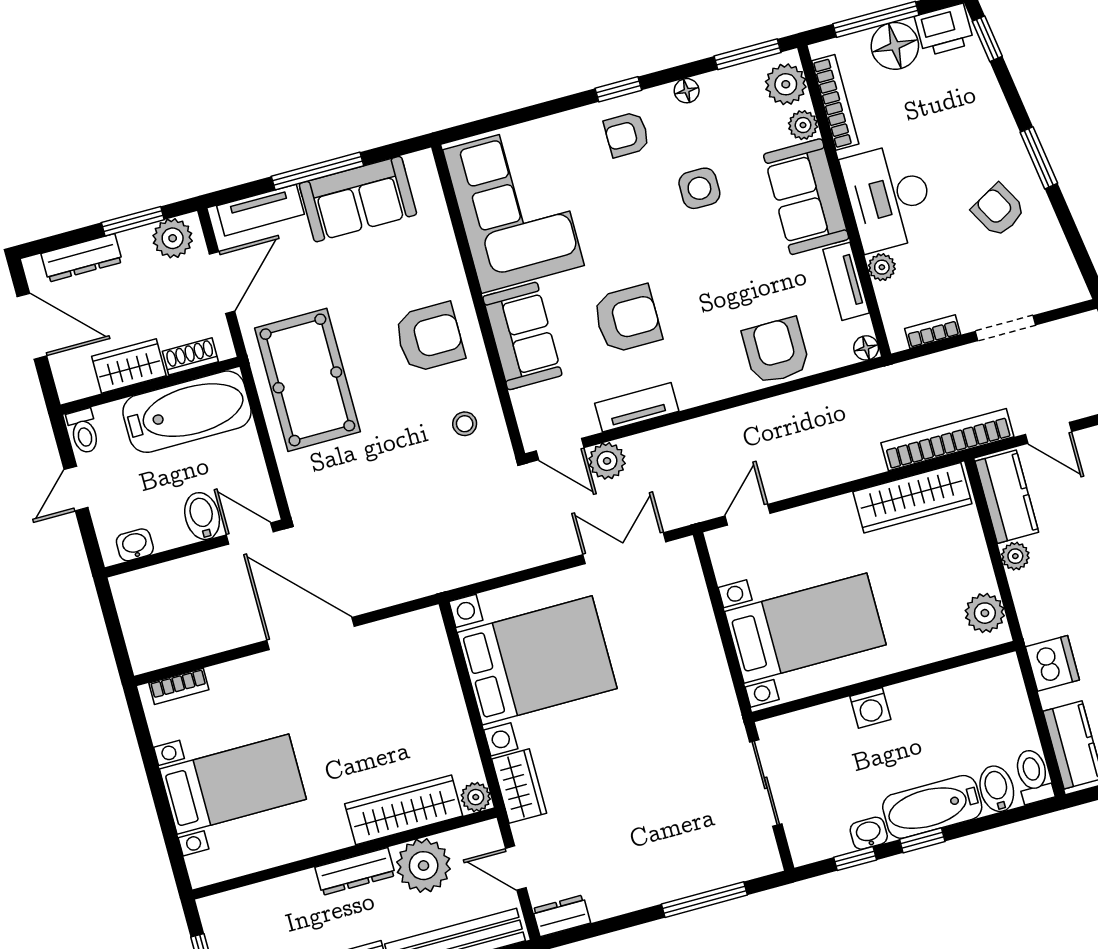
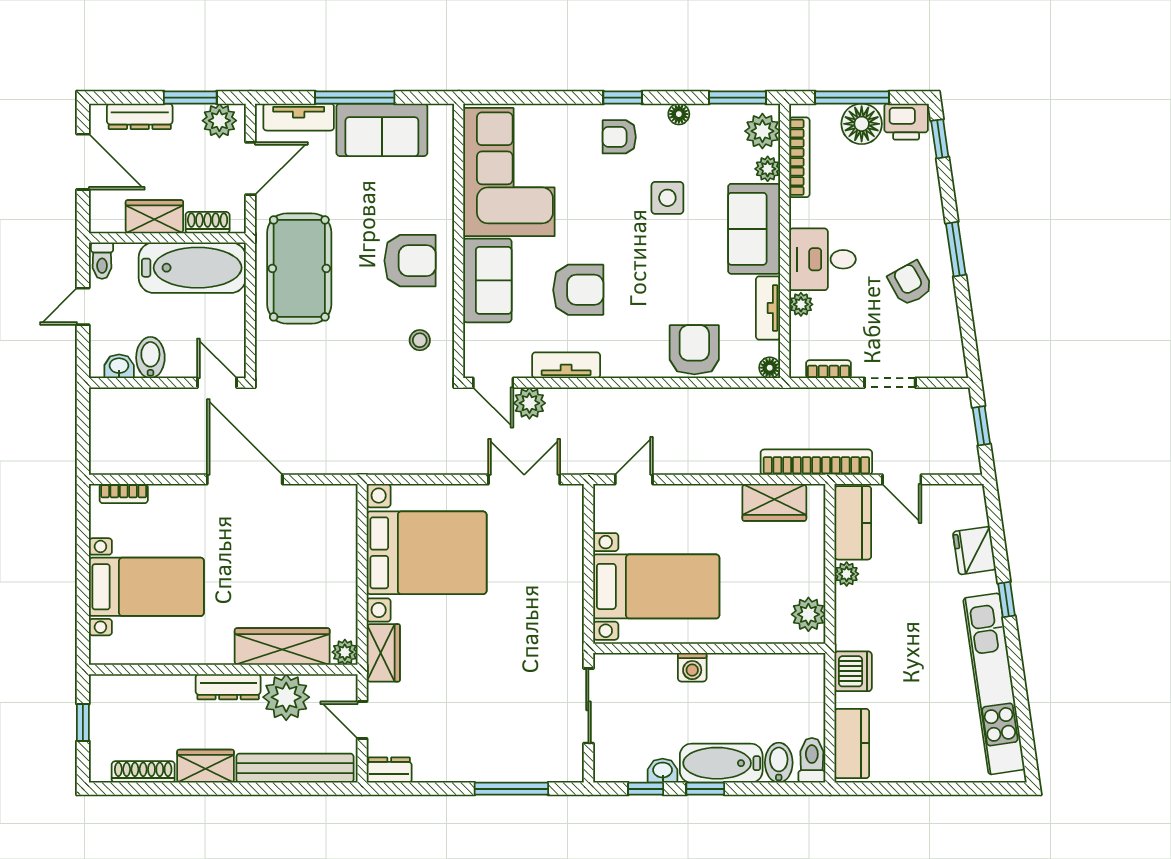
desk: (889, 197) -> (823, 259), width x0.73
wardrobe: (912, 498) -> (774, 502), width x0.67
bidet: (202, 516) -> (150, 358), moved

